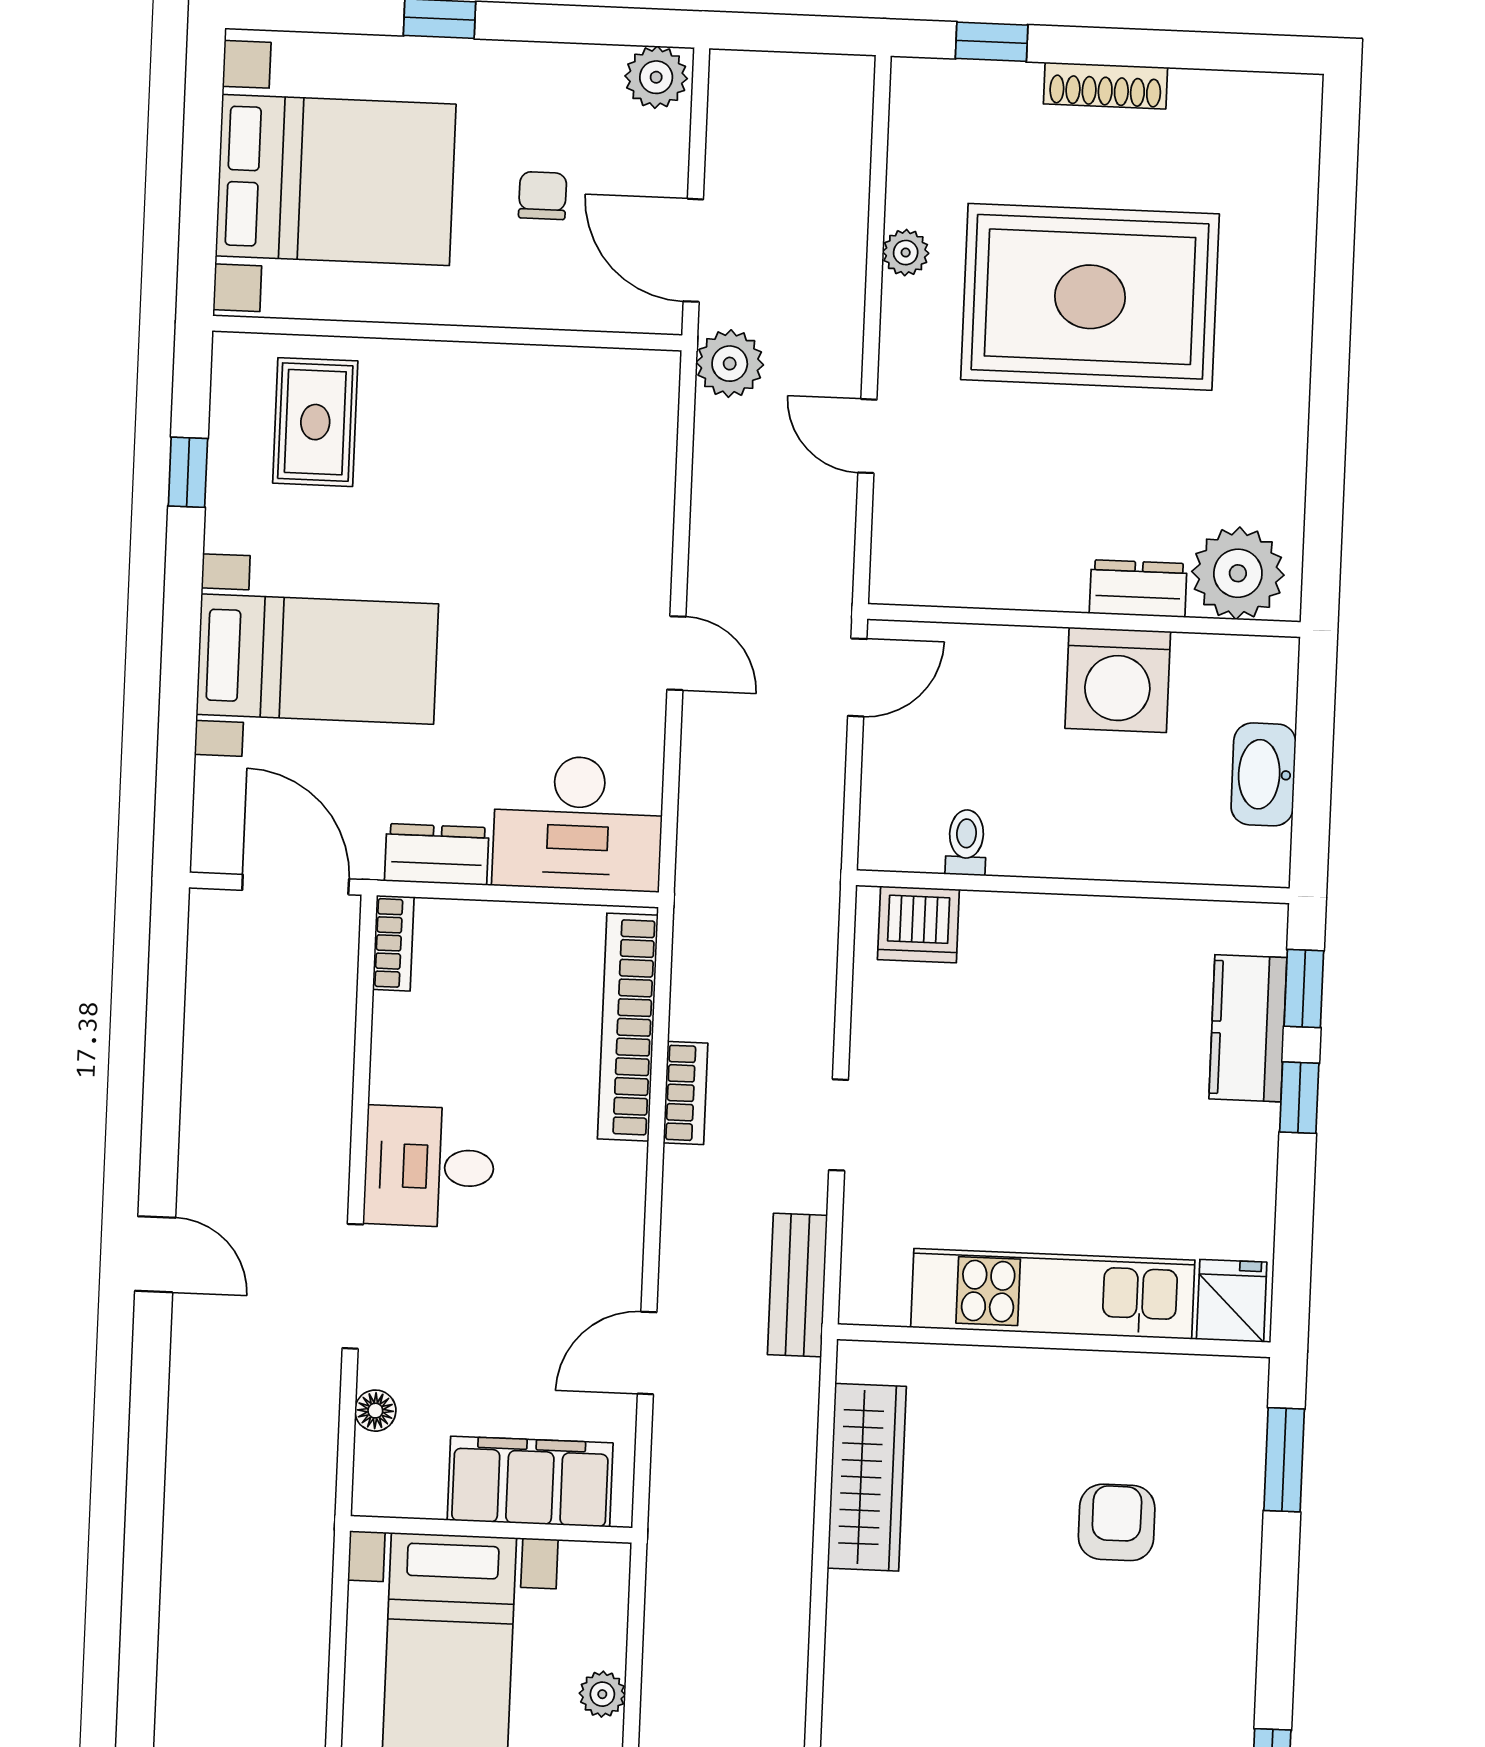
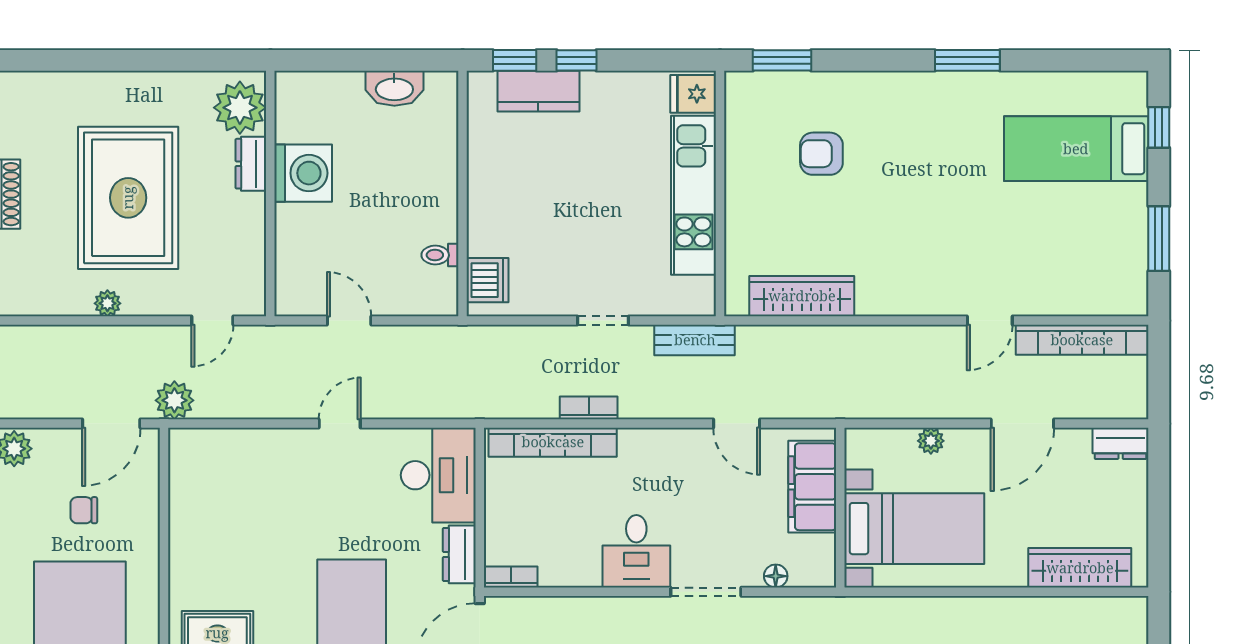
plant: (1238, 573) -> (240, 108), moved
dresser: (1138, 589) -> (251, 164), moved
wall: (1084, 620) -> (270, 194), moved
washing machine: (1118, 680) -> (303, 173), moved

